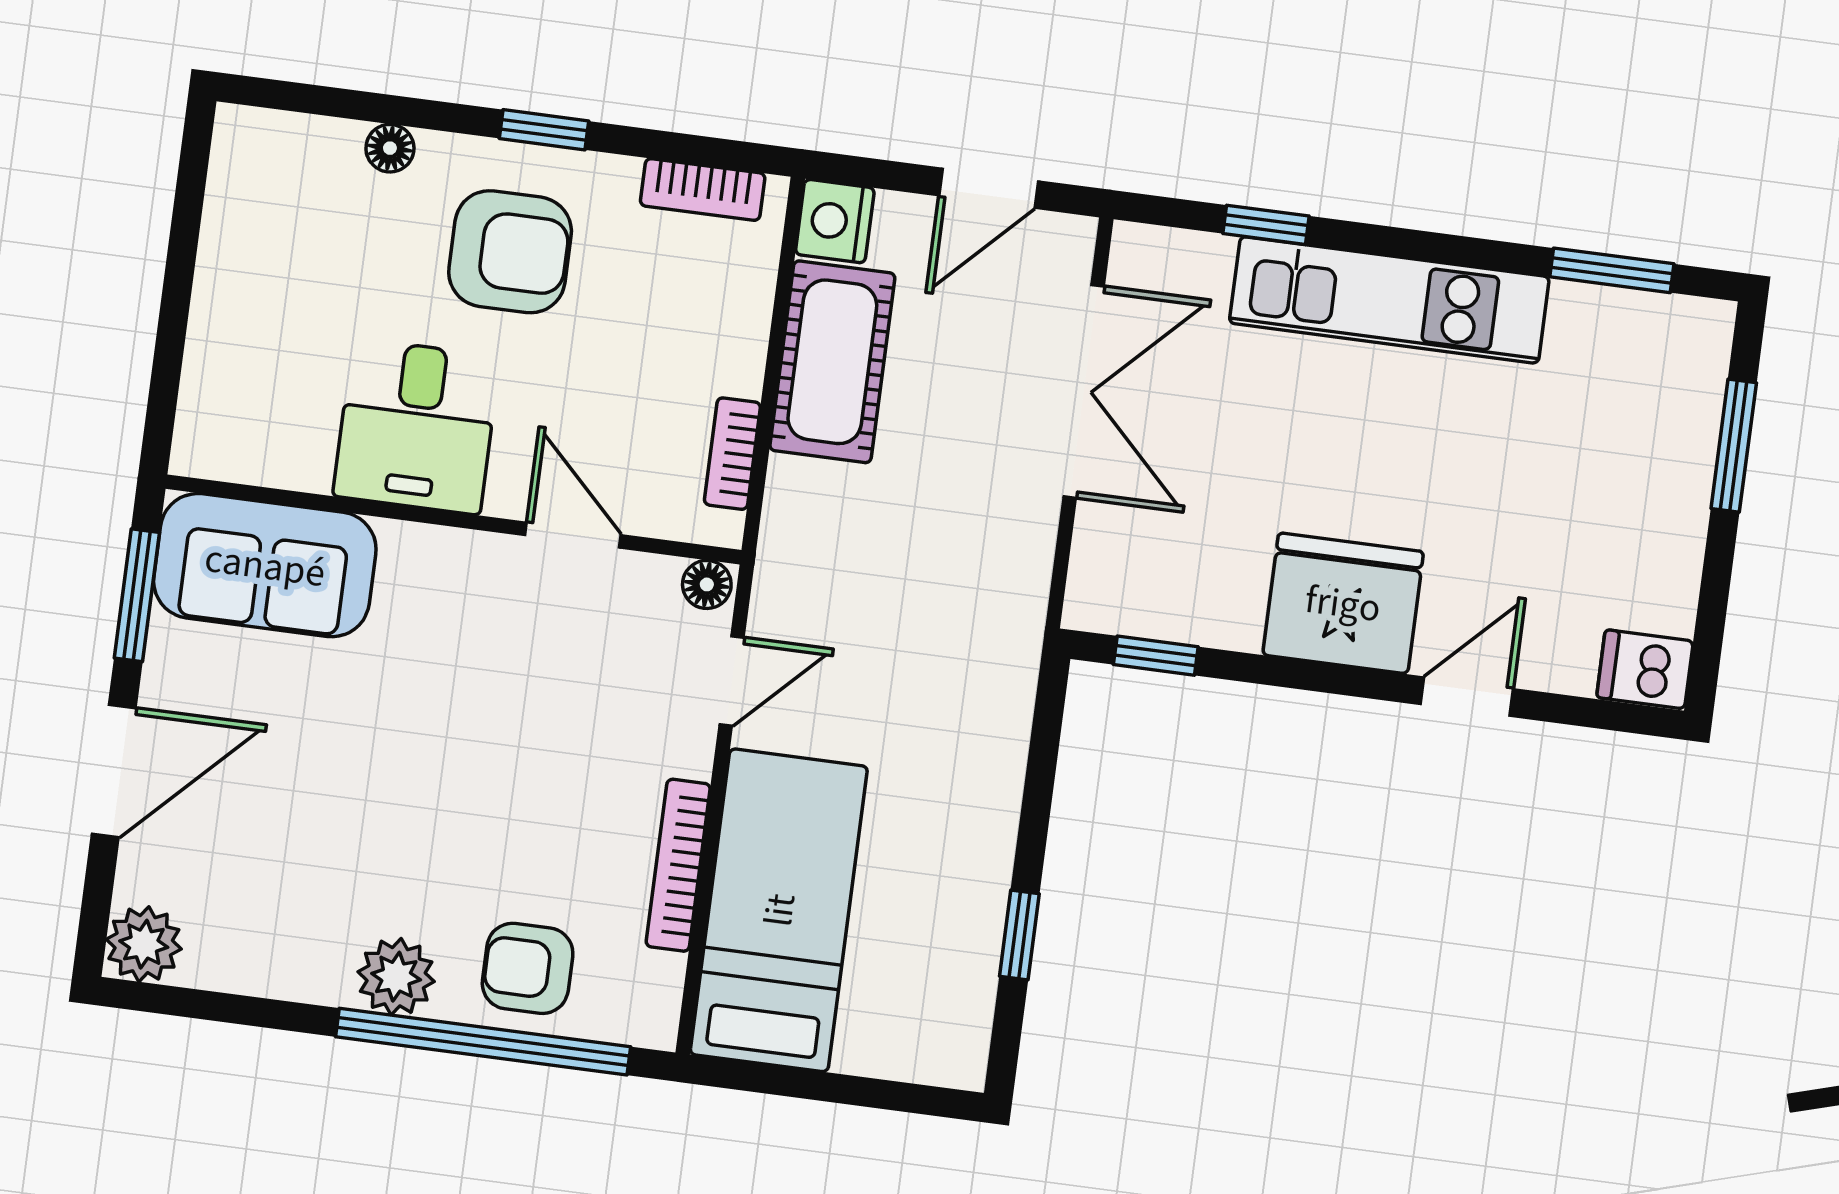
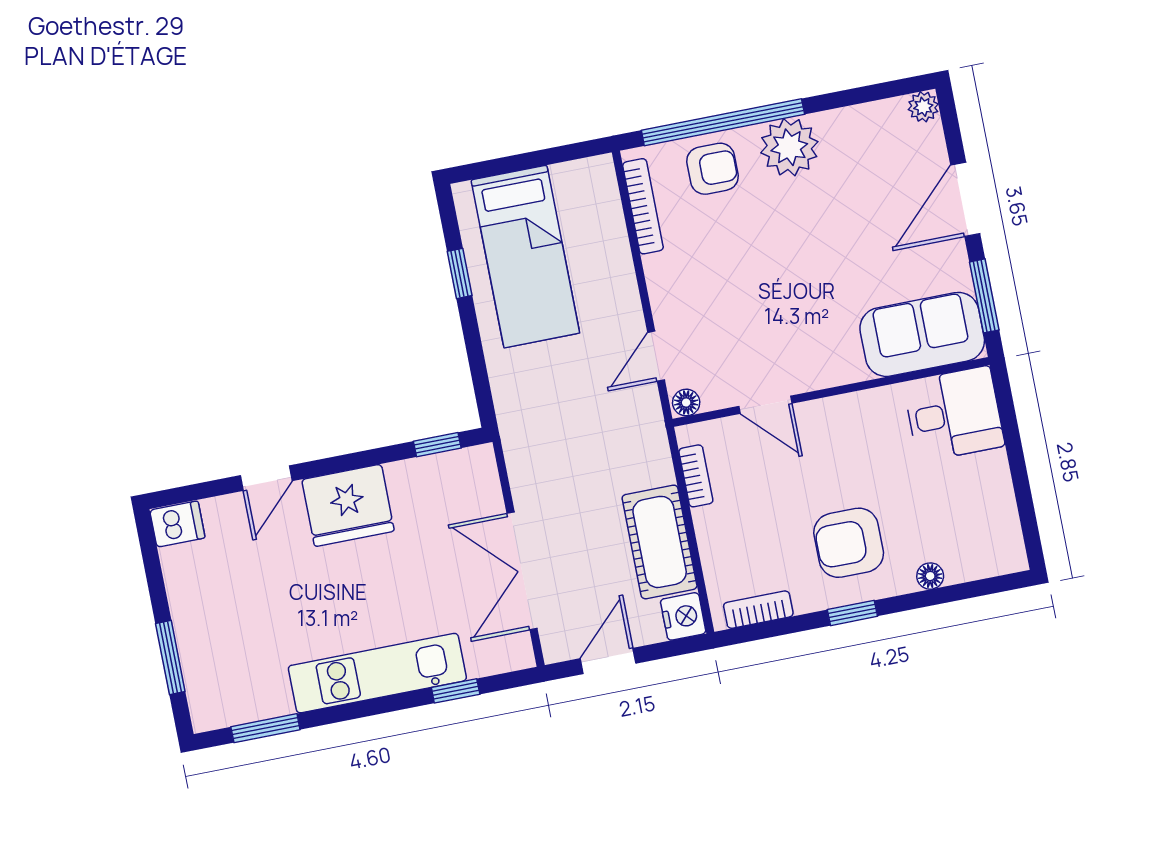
desk: (417, 426) -> (954, 414), moved, turned 90
bookcase: (678, 865) -> (643, 206), moved
bed: (779, 910) -> (525, 257), moved
plant: (144, 944) -> (923, 107), width x0.73, depth x0.73
plant: (396, 977) -> (789, 147), width x1.36, depth x1.36

